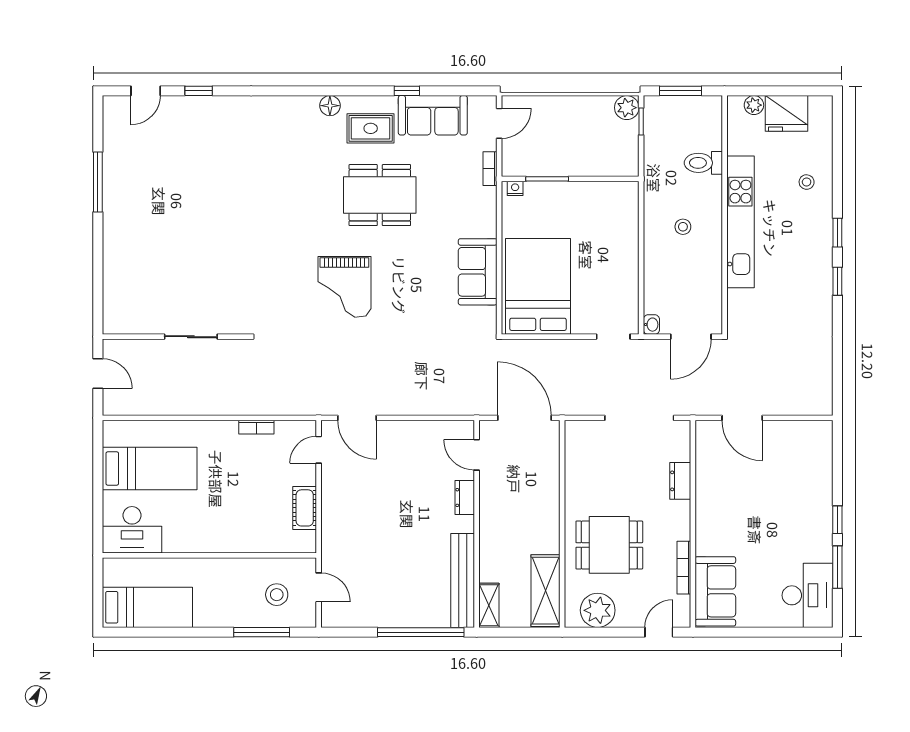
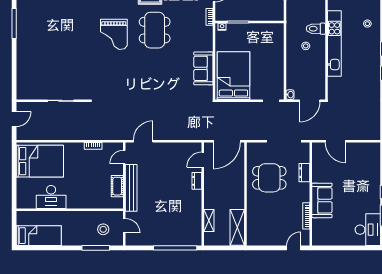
toilet: (703, 163) -> (316, 29), moved
dining table: (380, 195) -> (155, 30), turned 90
grand piano: (344, 287) -> (114, 34), moved
door: (98, 373) -> (14, 119), hinge flipped
door: (357, 418) -> (143, 141), swing flipped
door: (524, 418) -> (227, 141), swing flipped
door: (477, 455) -> (203, 160), hinge flipped
bed: (150, 468) -> (40, 161), width x1.50
desk: (132, 530) -> (51, 197), moved
dining table: (609, 545) -> (269, 178), moved
bench: (463, 580) -> (131, 188), moved
sofa: (715, 591) -> (322, 200), moved
shelving: (489, 605) -> (209, 220), moved
plant: (598, 610) -> (263, 237), removed

